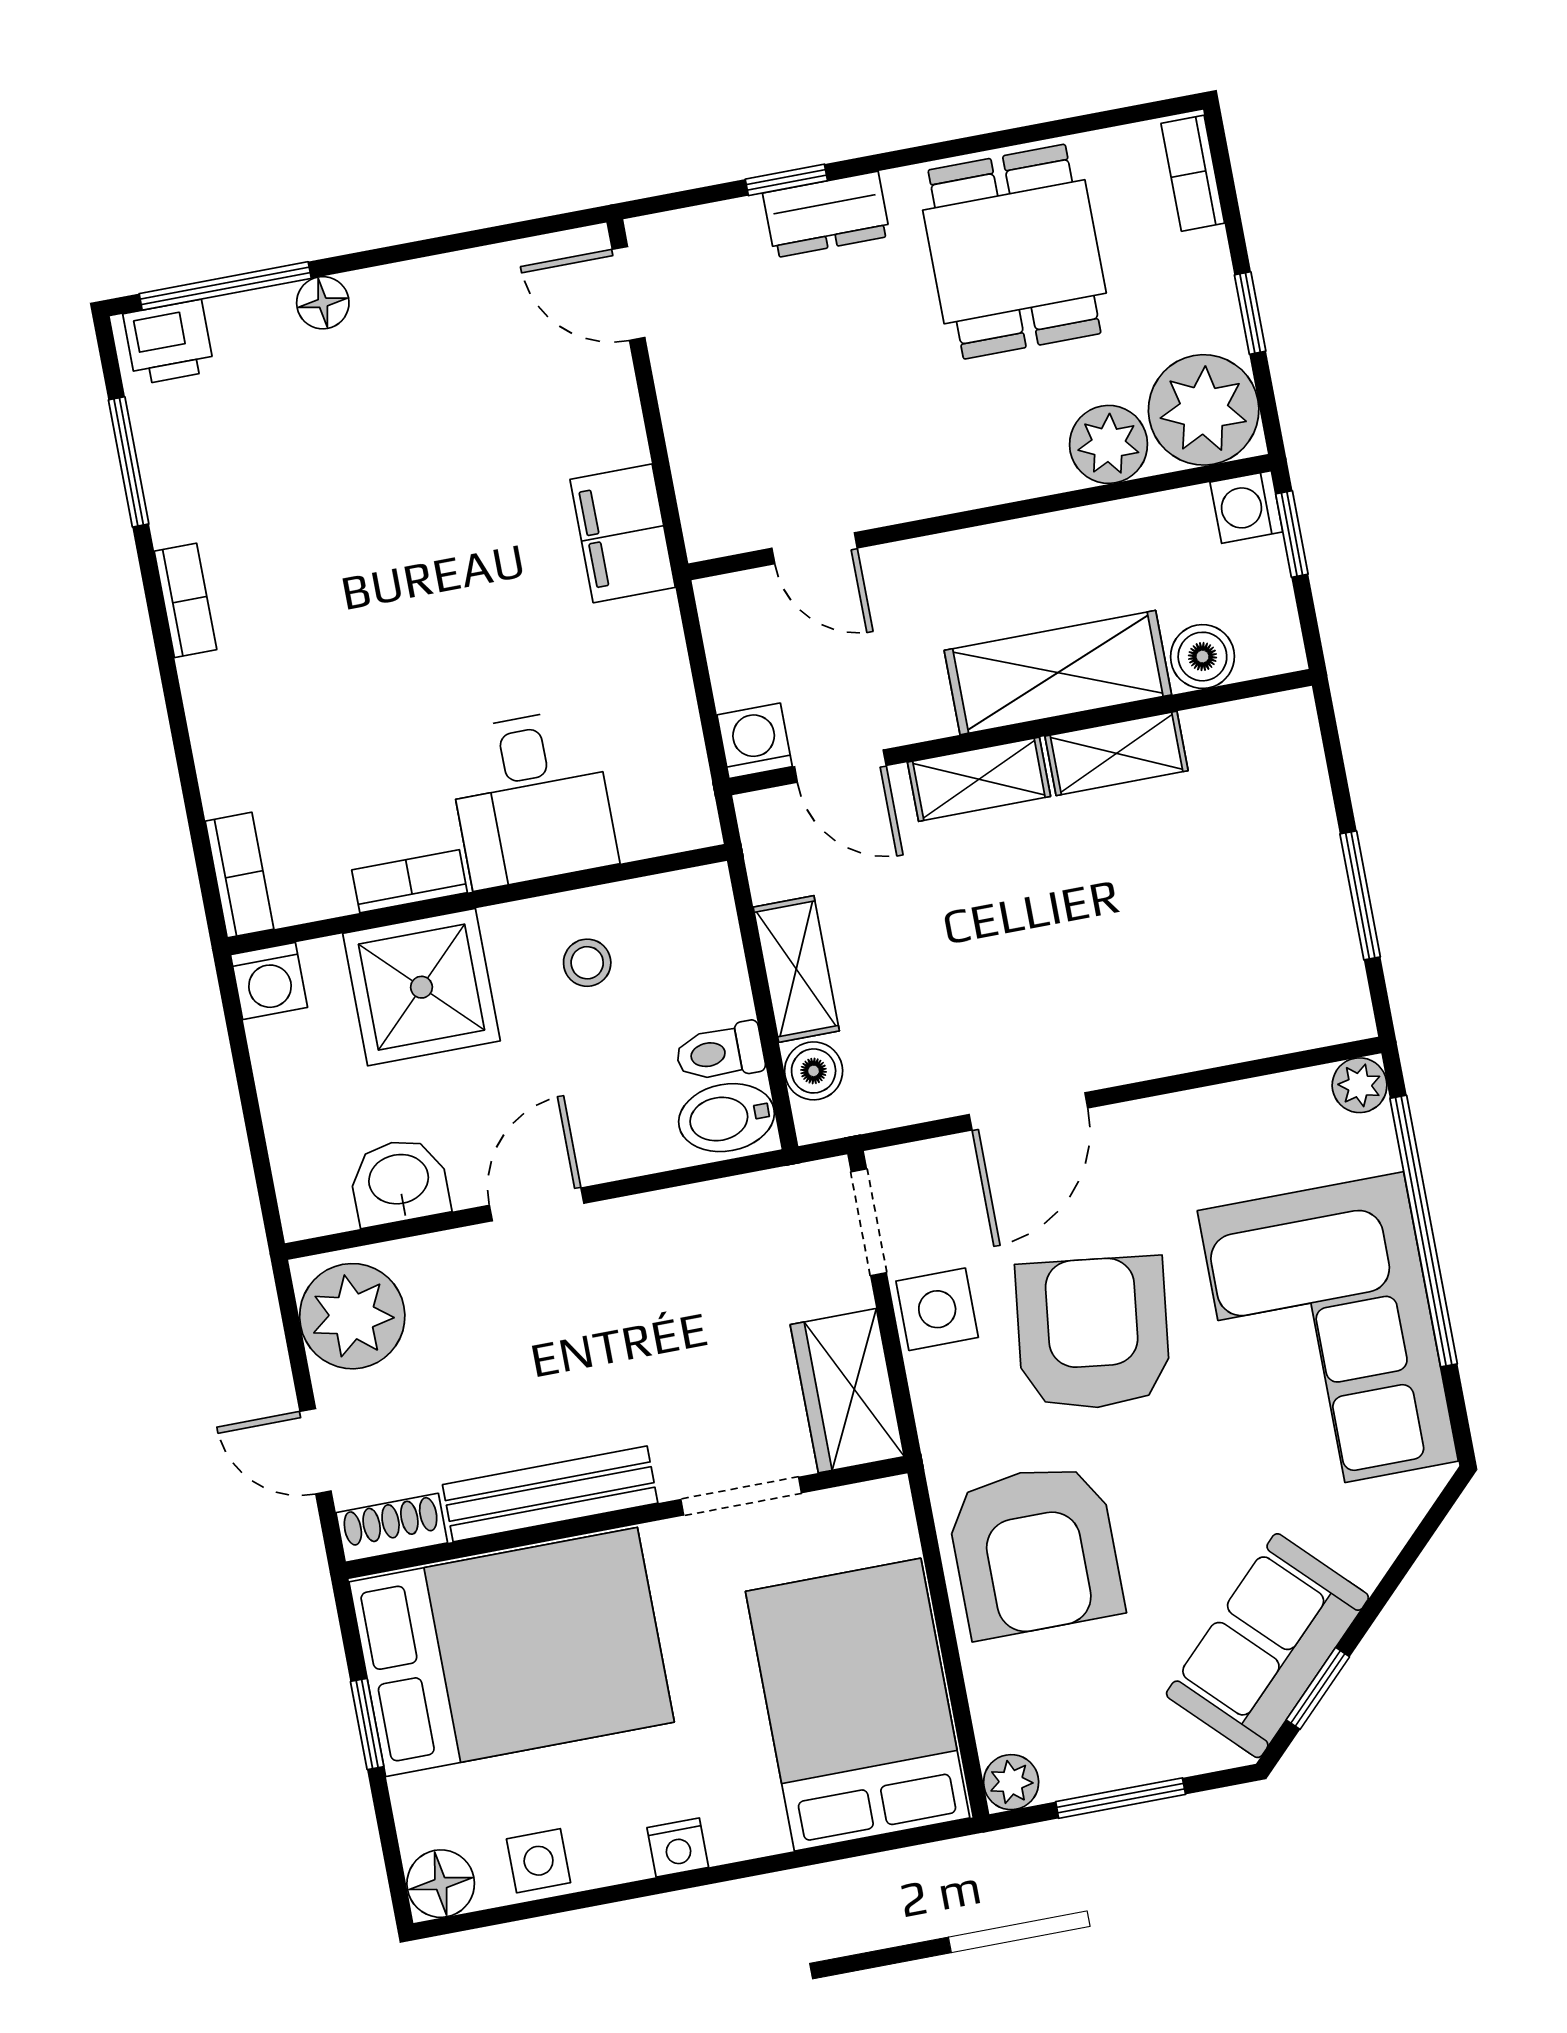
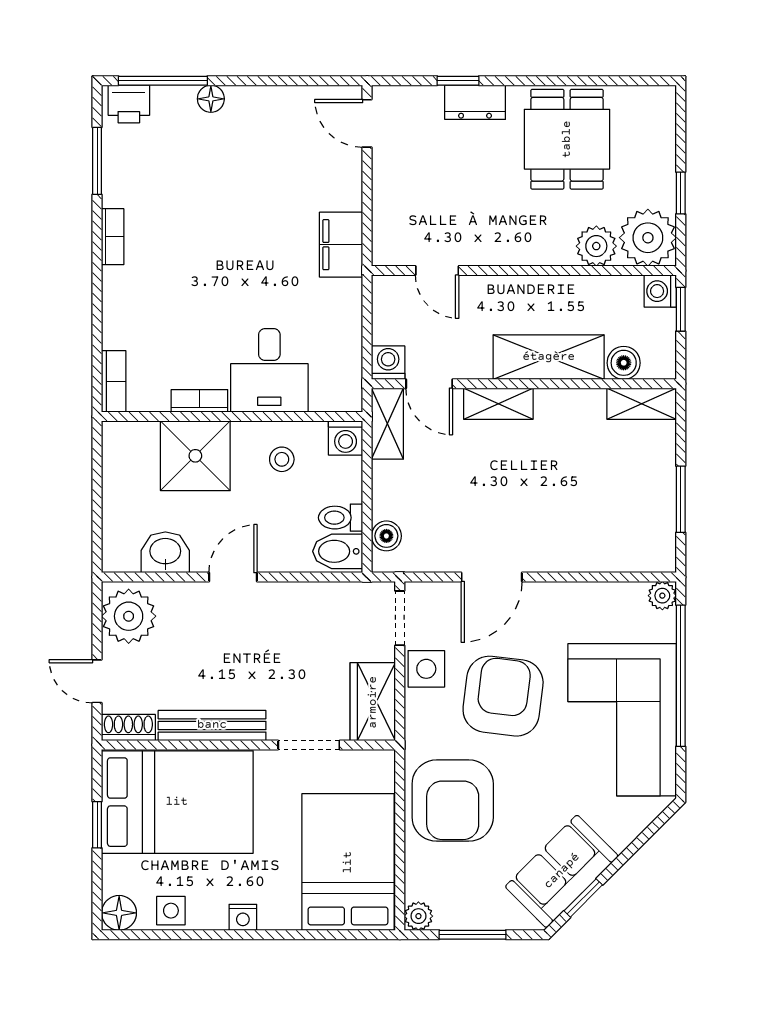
bookcase: (1193, 173) -> (665, 116), removed
shelving: (1116, 753) -> (642, 404), moved
shelving: (796, 969) -> (387, 424), moved
washing machine: (269, 981) -> (346, 438), moved

